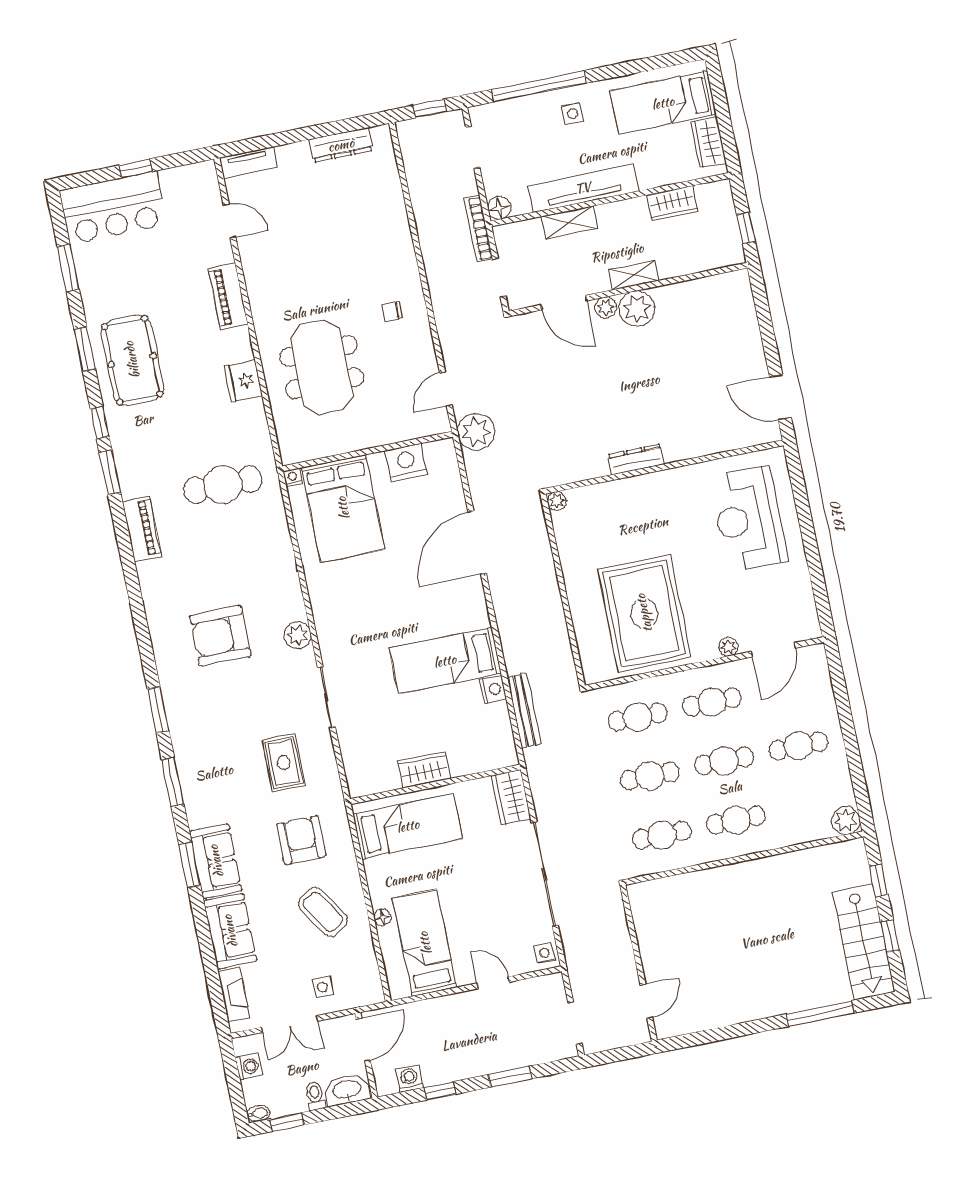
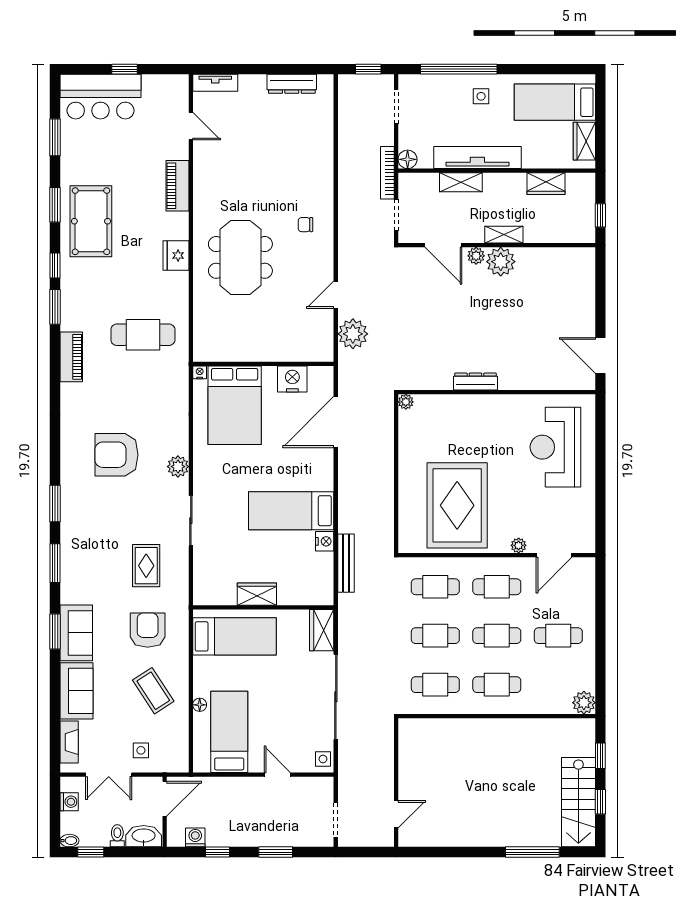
wall: (367, 451) -> (263, 364), moved
nightstand: (406, 463) -> (292, 379), moved
nightstand: (293, 477) -> (200, 372), moved
bed: (343, 508) -> (235, 405), moved

